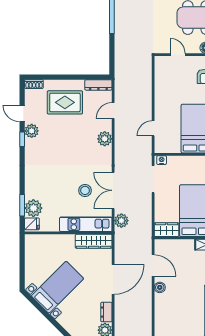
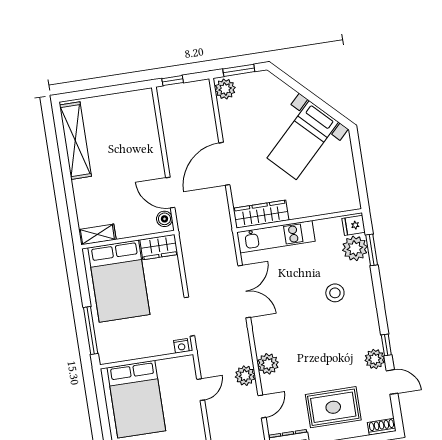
stool: (85, 190) -> (335, 293), moved
plant: (121, 221) -> (245, 376), moved
boiler: (160, 287) -> (164, 219), moved
dresser: (106, 312) -> (227, 115), removed

